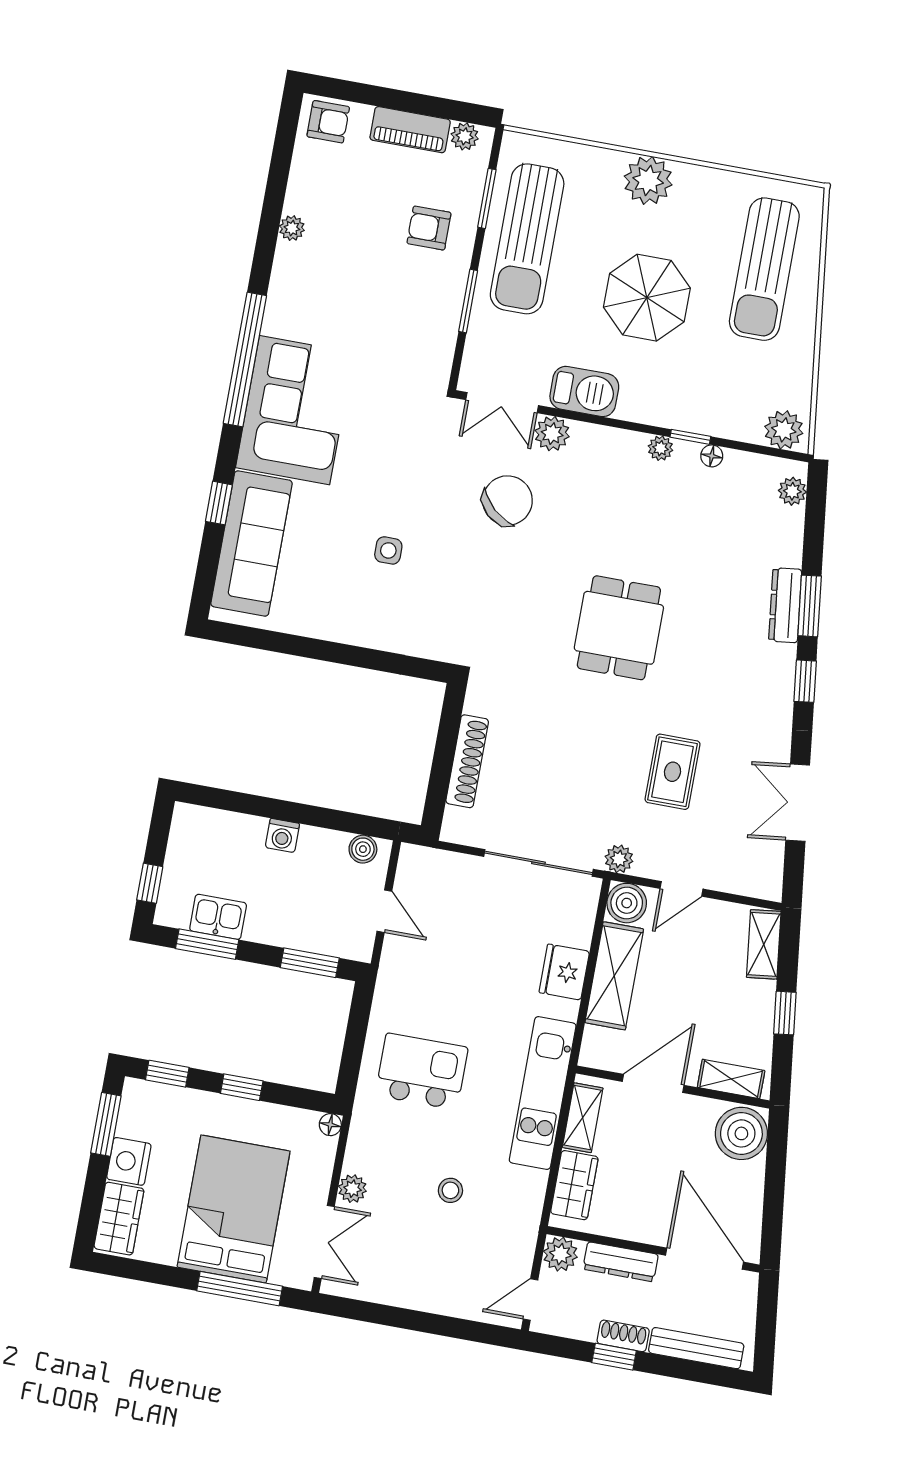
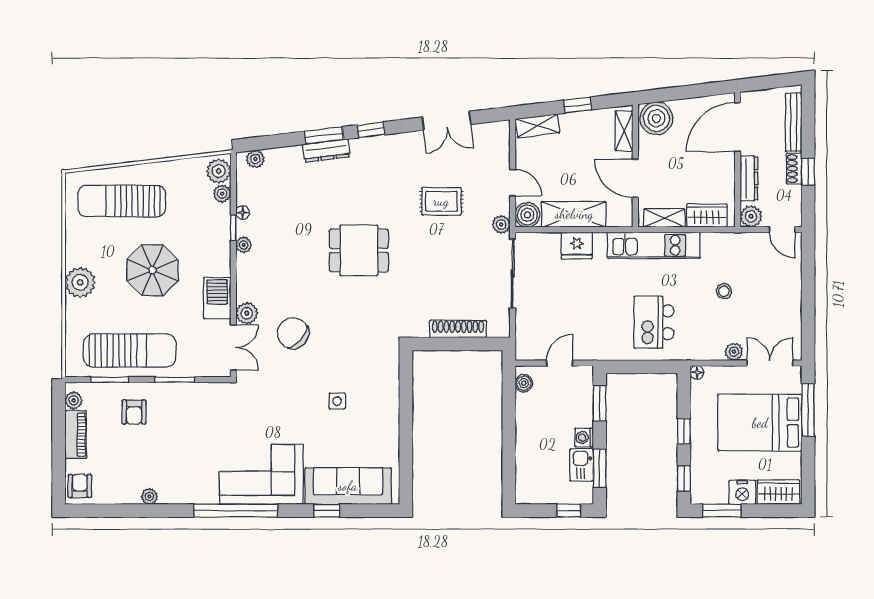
sun lounger: (764, 269) -> (122, 201), turned 180
plant: (747, 429) -> (222, 194), added
washing machine: (282, 836) -> (584, 438), moved, turned 180

